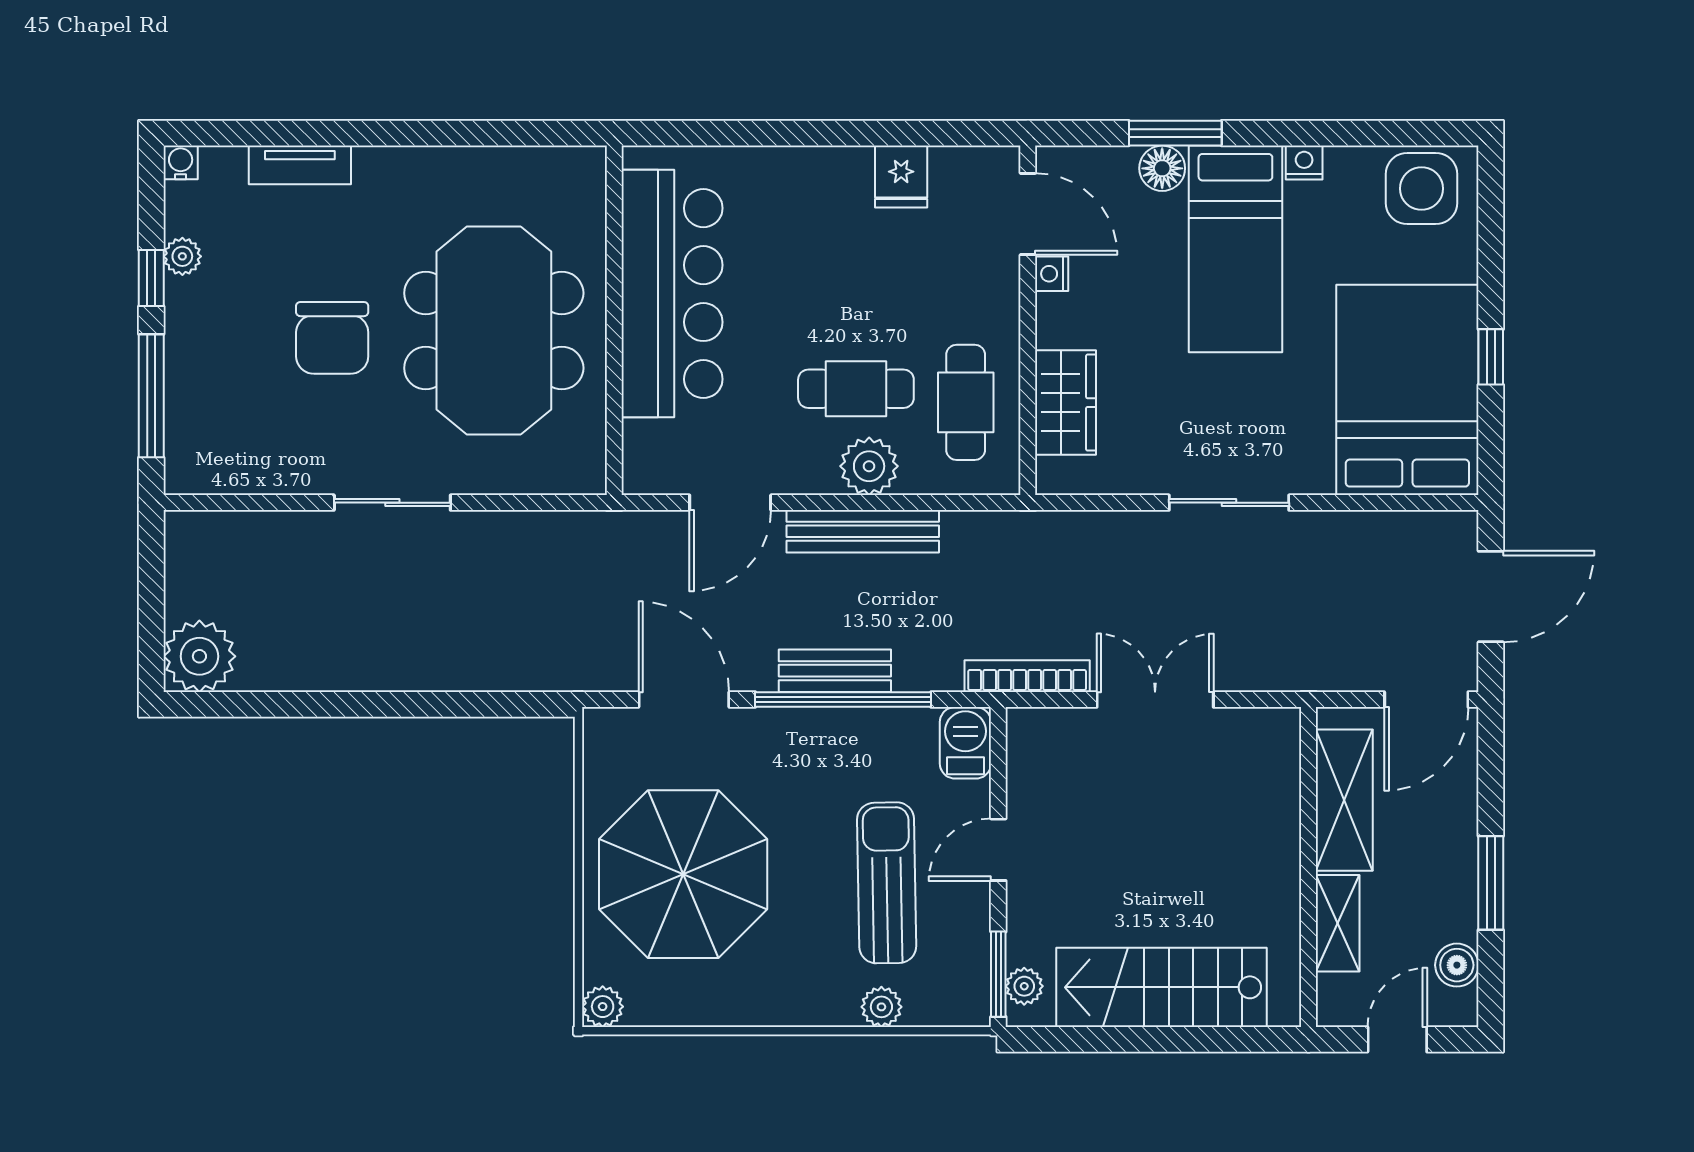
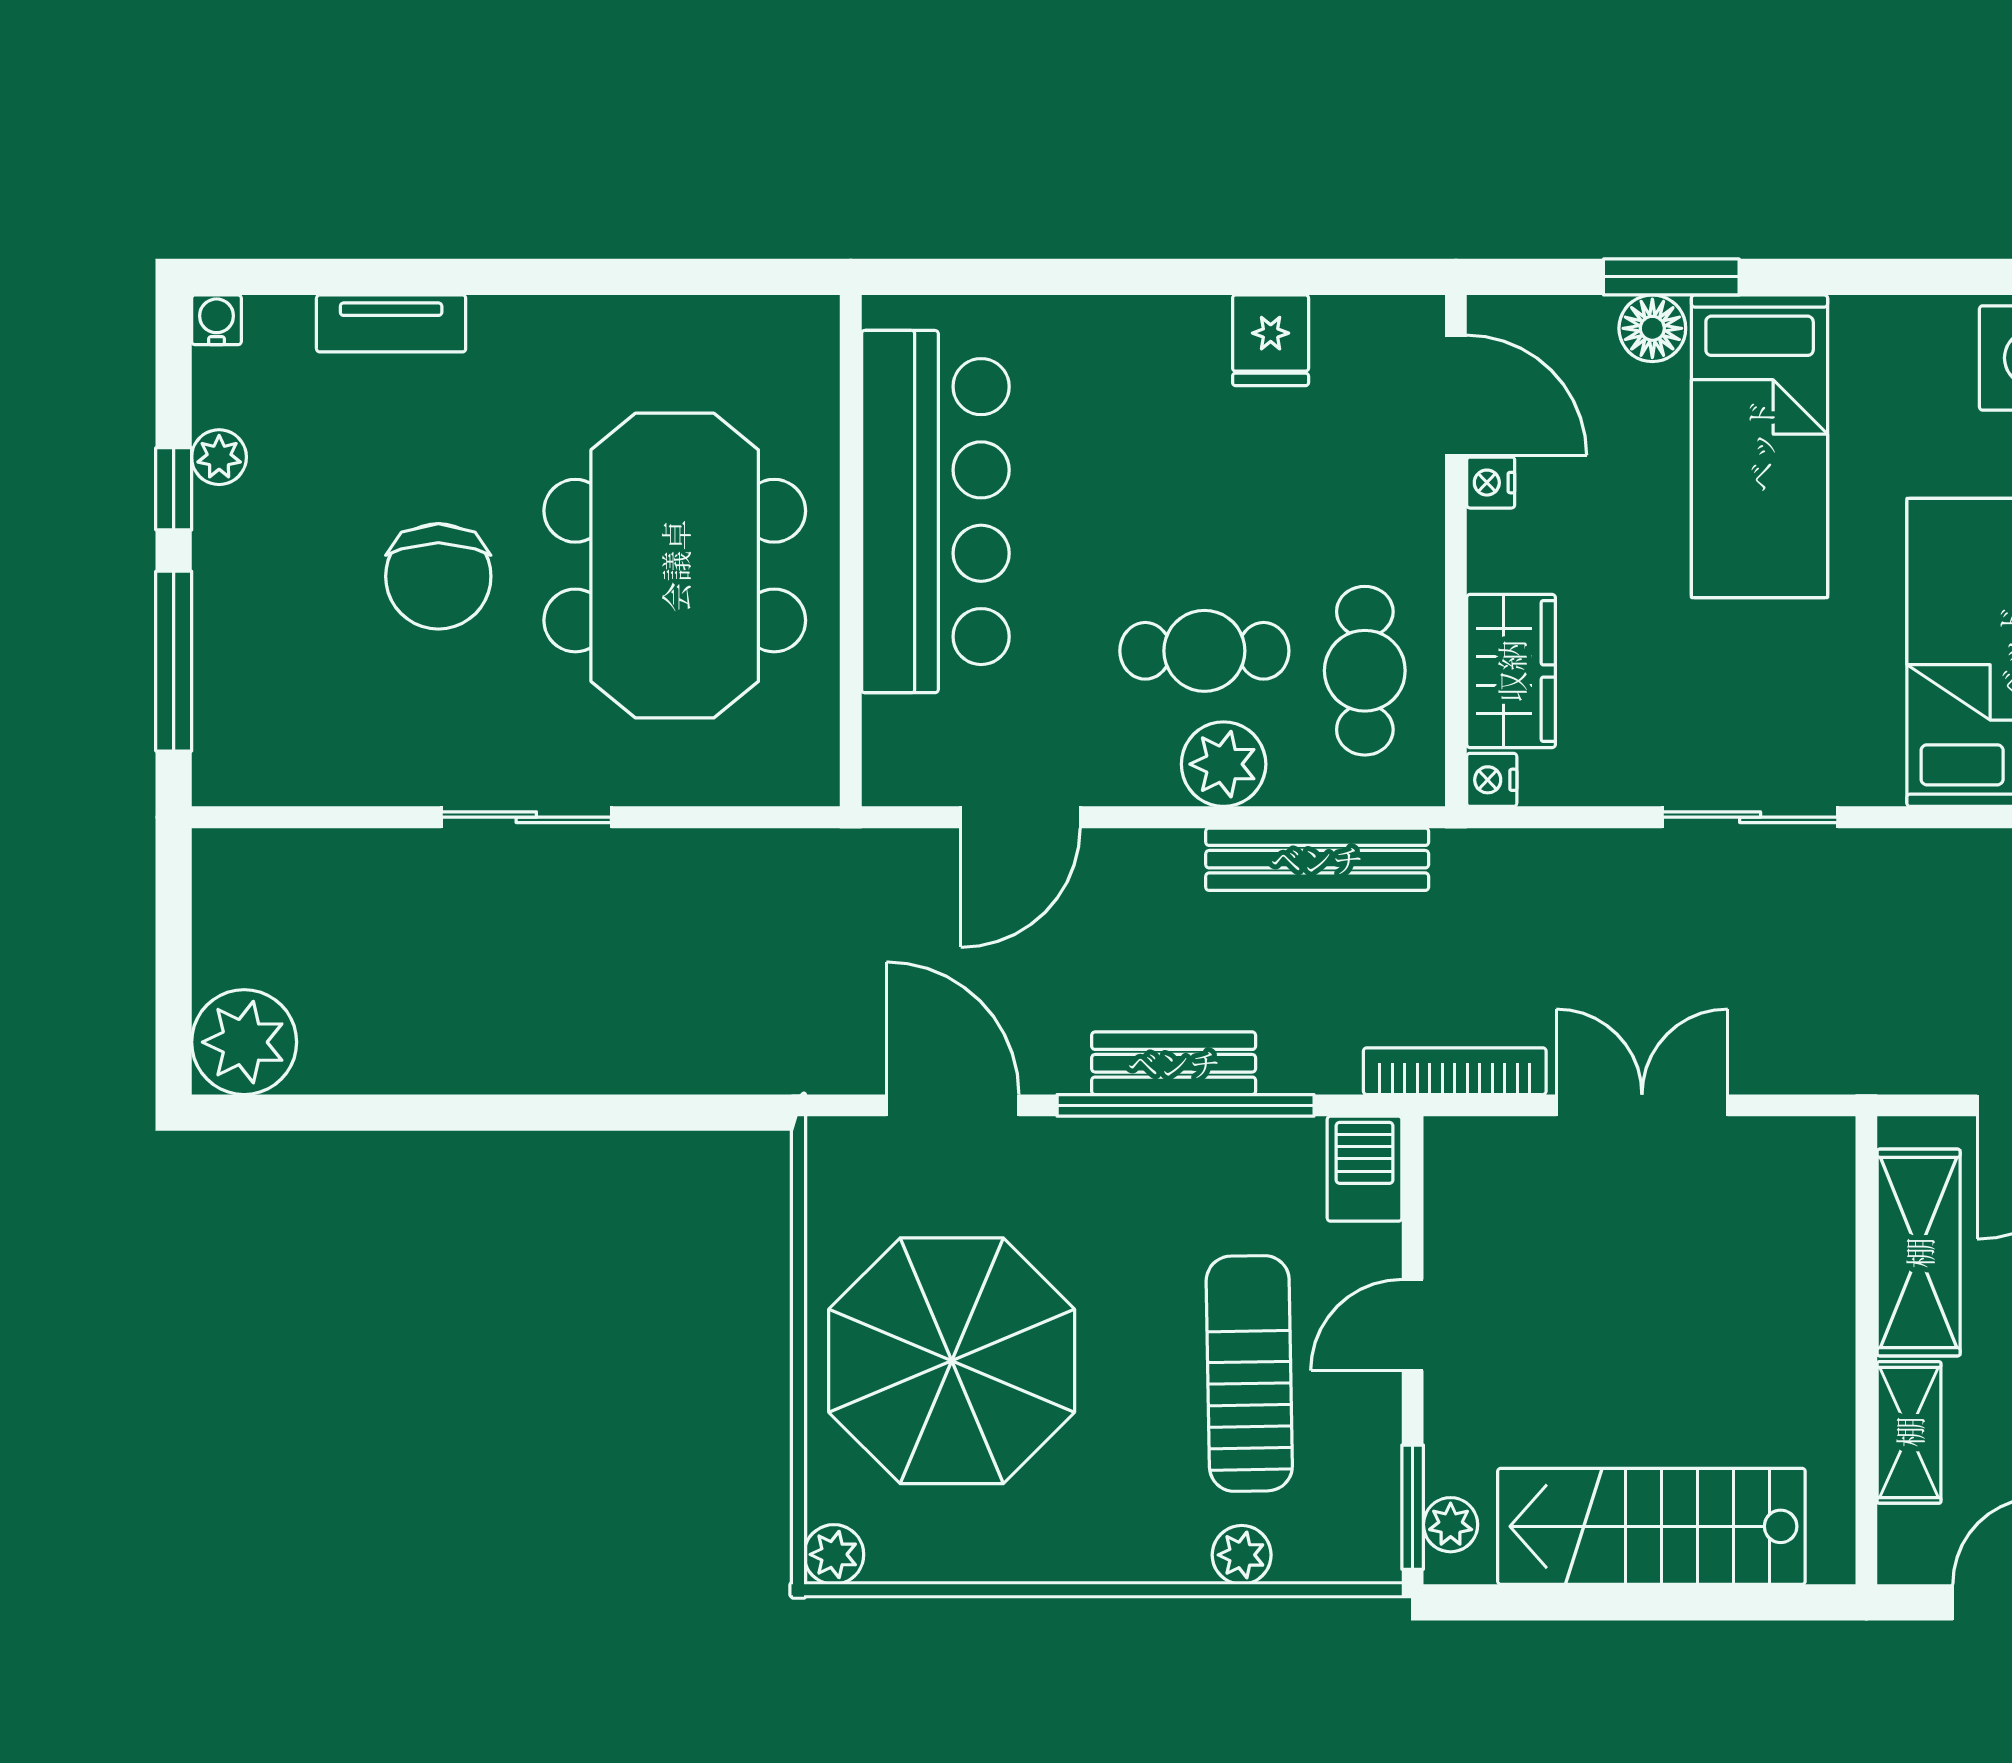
nightstand: (1304, 163) -> (1492, 780), moved, turned -90
bench: (863, 531) -> (1317, 859), moved

